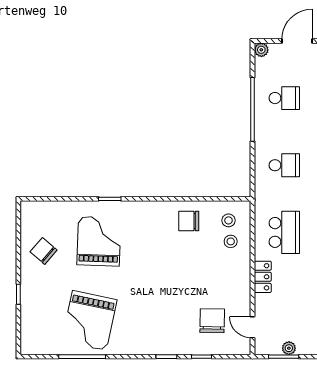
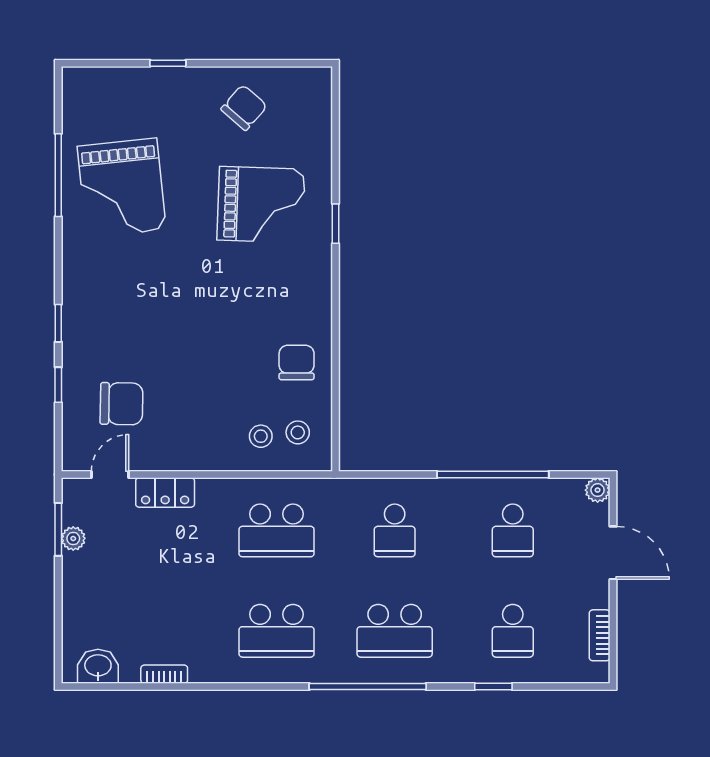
locker: (263, 277) -> (165, 493), moved
grand piano: (89, 321) -> (122, 188), turned -108

